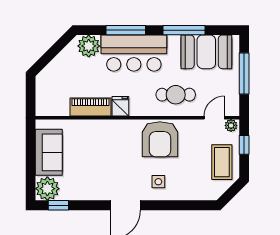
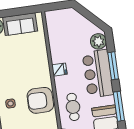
piano: (91, 107) -> (56, 49), removed

